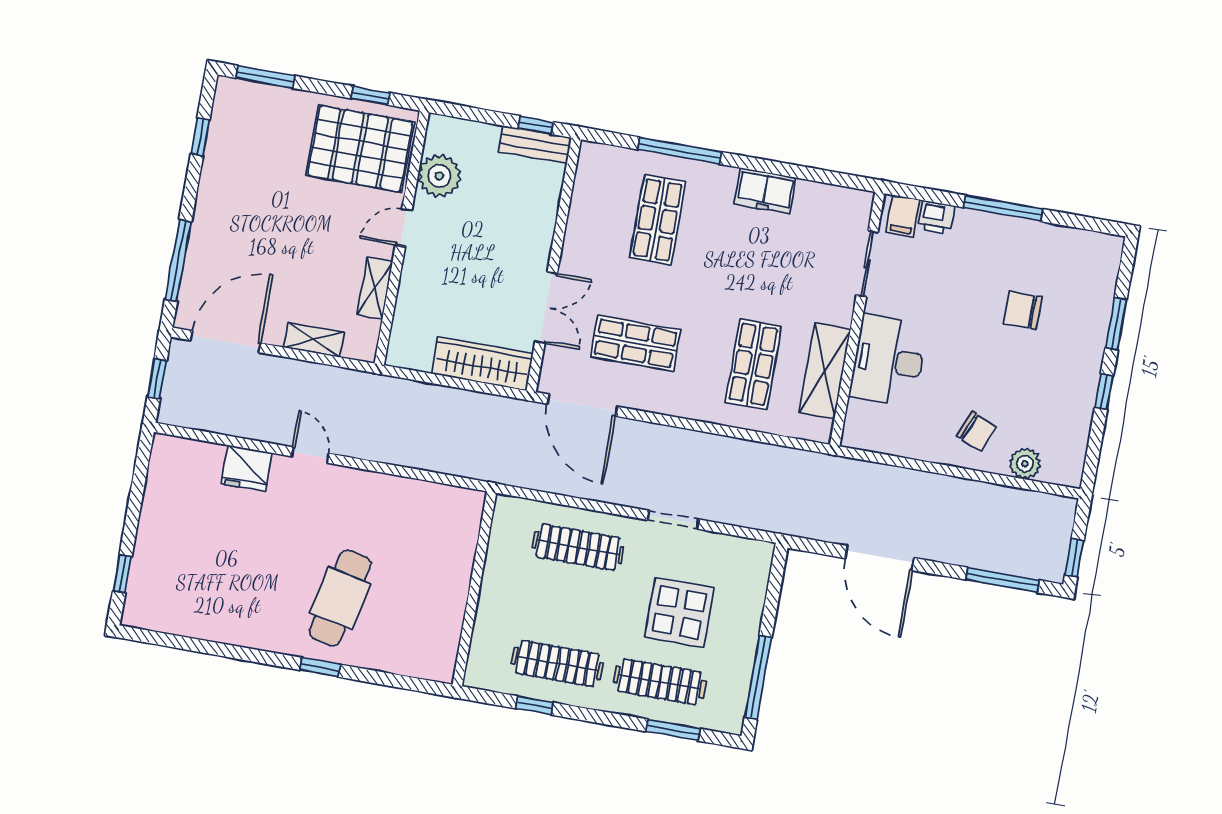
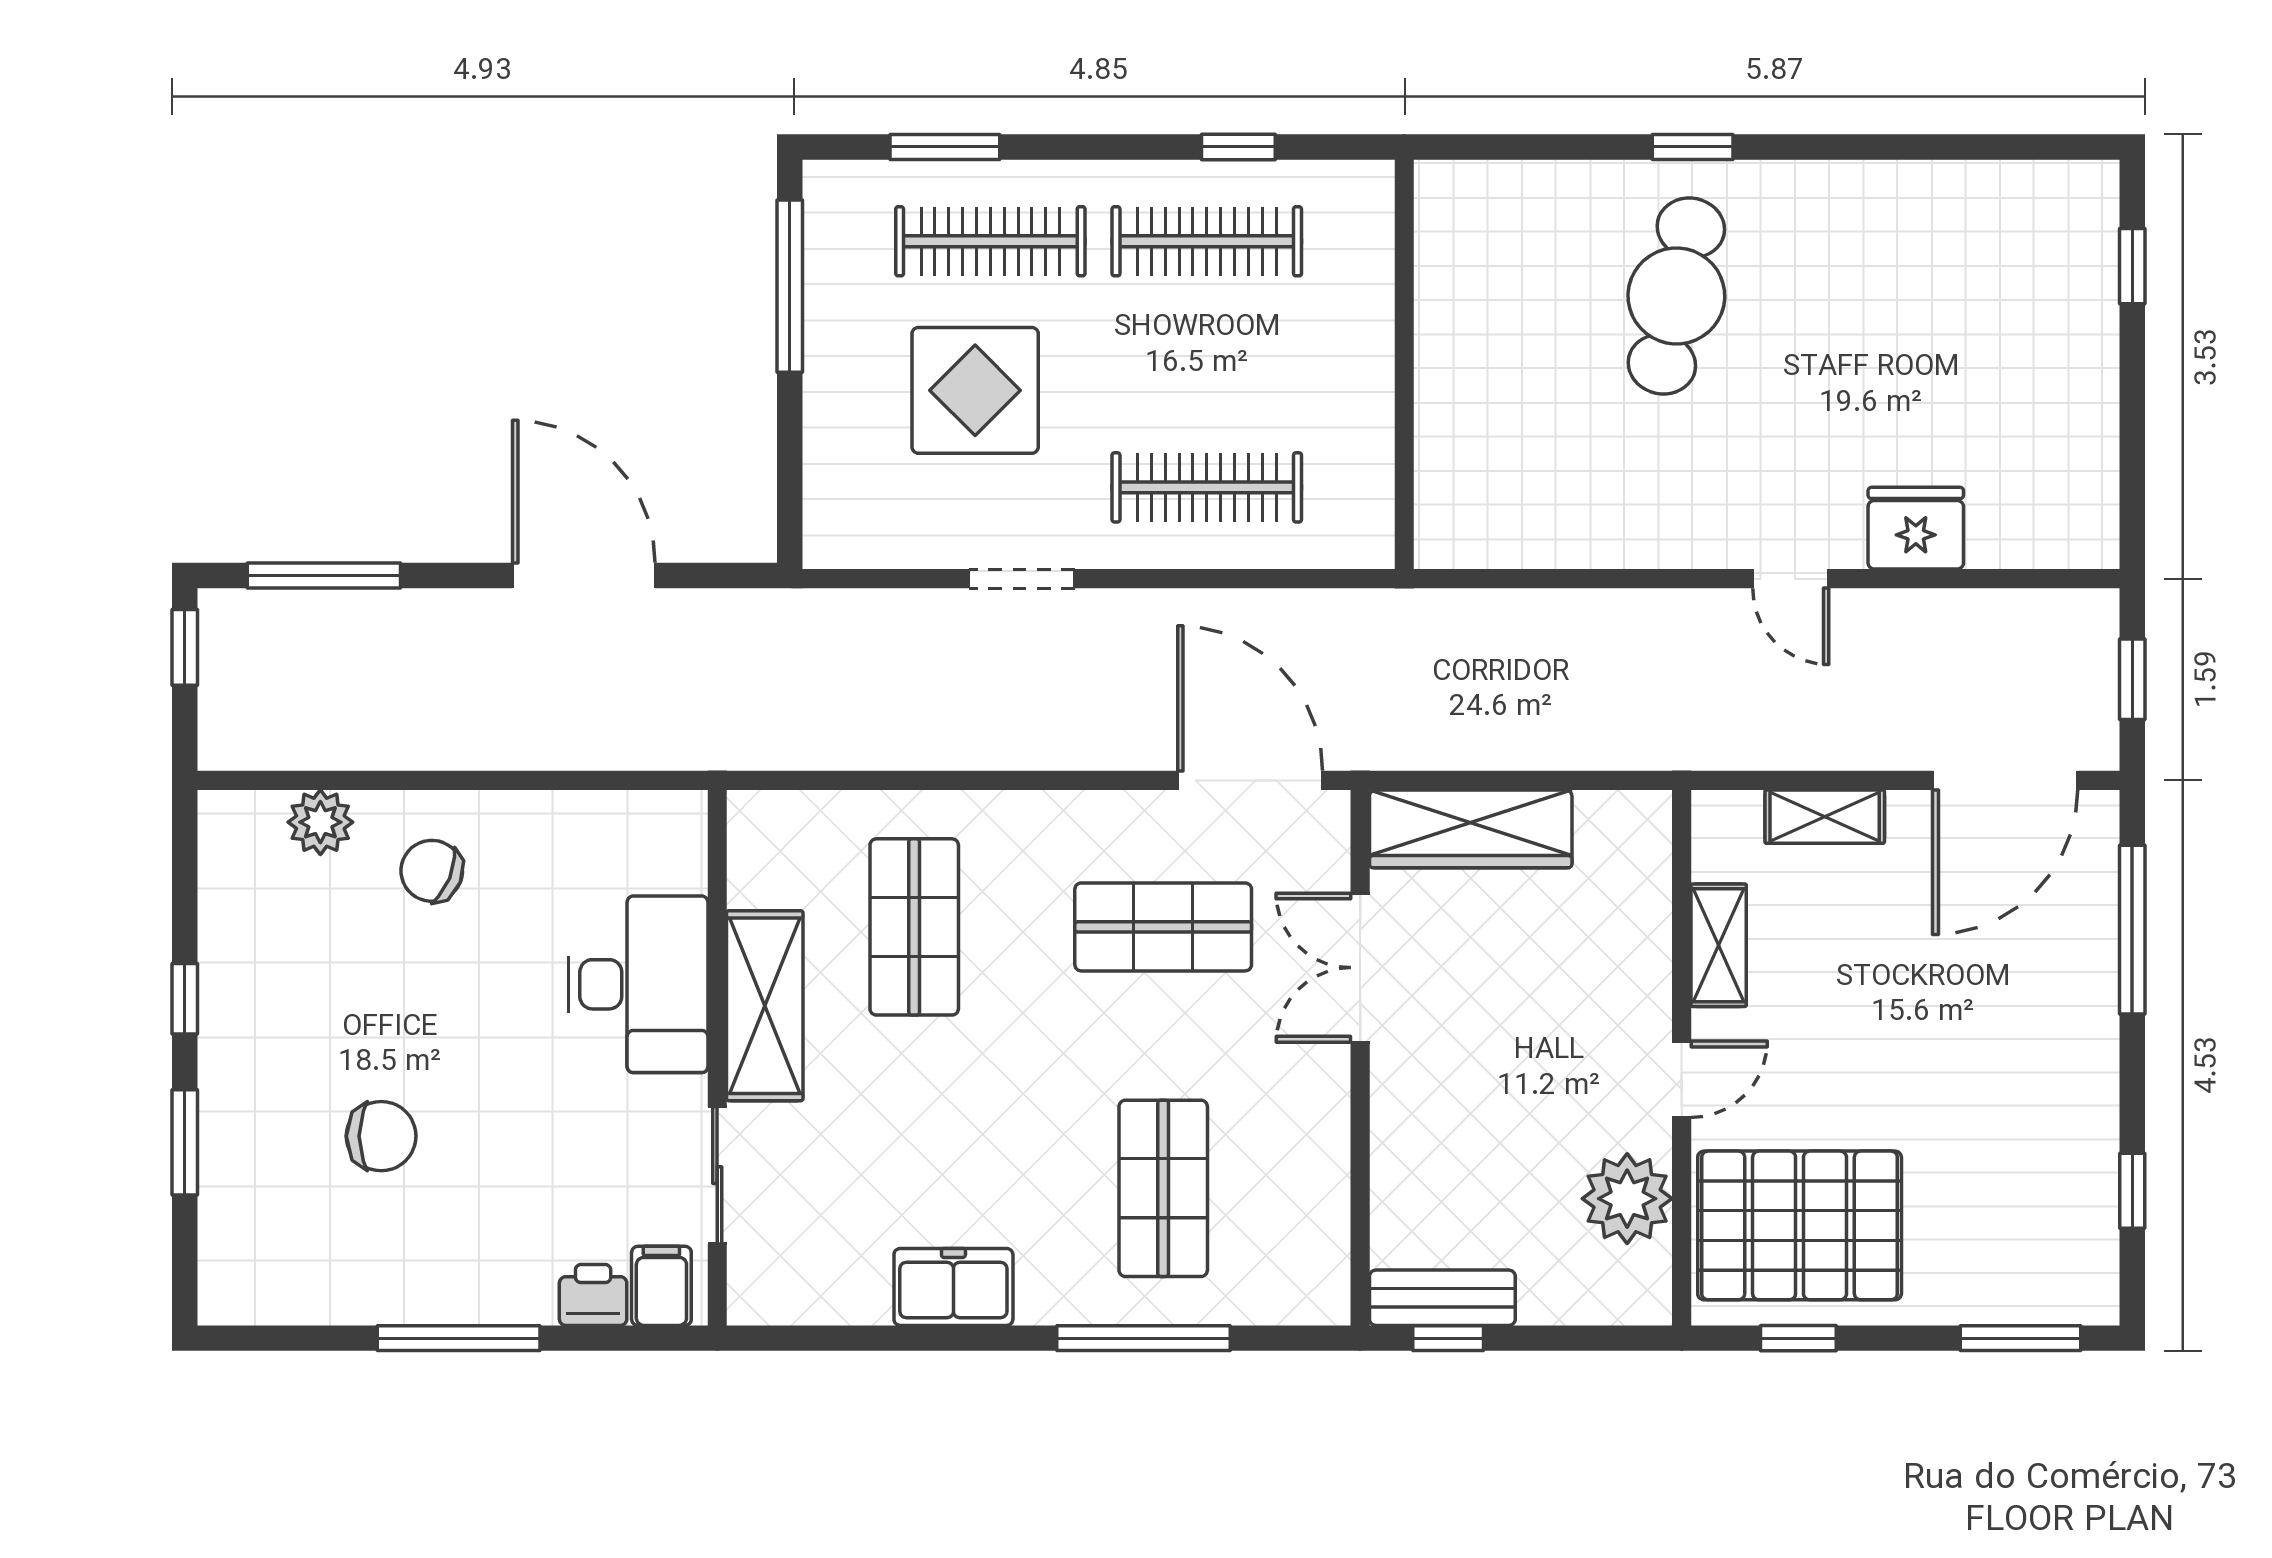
shelving: (825, 371) -> (765, 1006), moved

